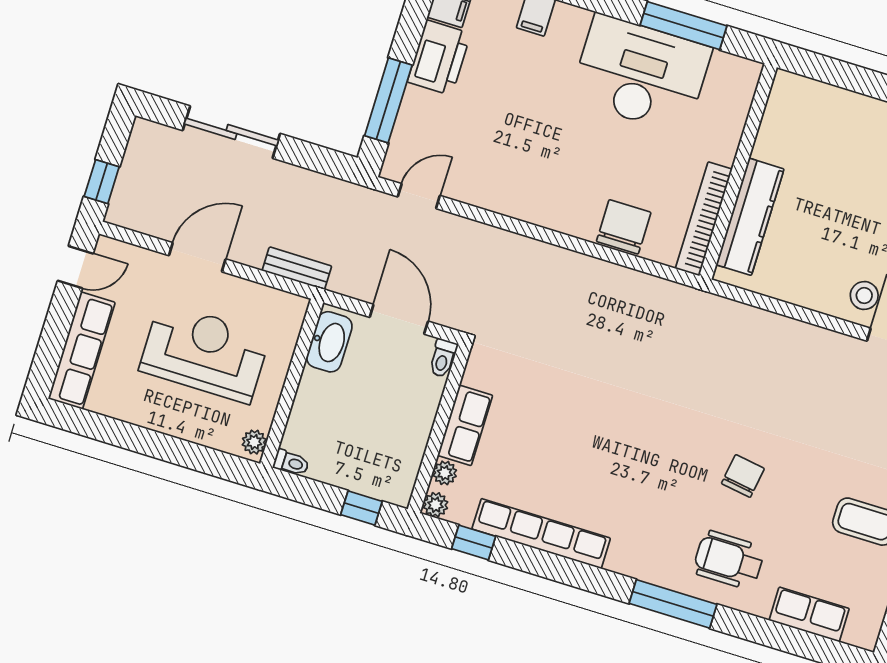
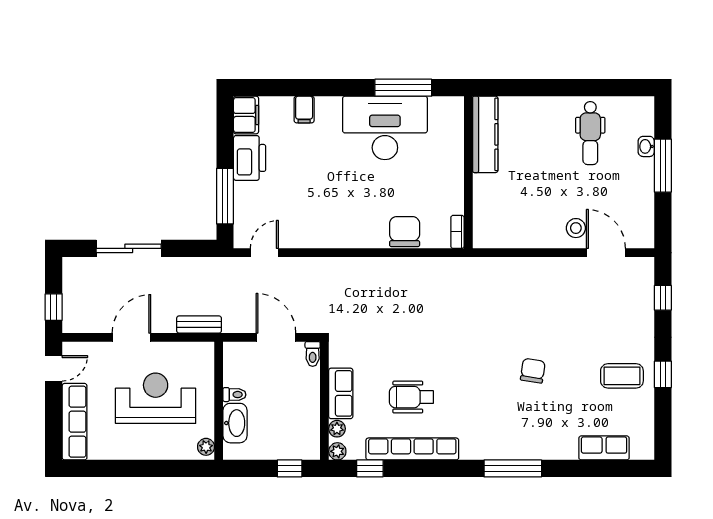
kitchen counter: (750, 217) -> (485, 134), moved
bookcase: (704, 219) -> (457, 232), width x0.43, depth x0.76
washbasin: (329, 342) -> (235, 423), moved
toilet: (291, 463) -> (234, 395), moved
wheelchair: (729, 560) -> (411, 397), moved

